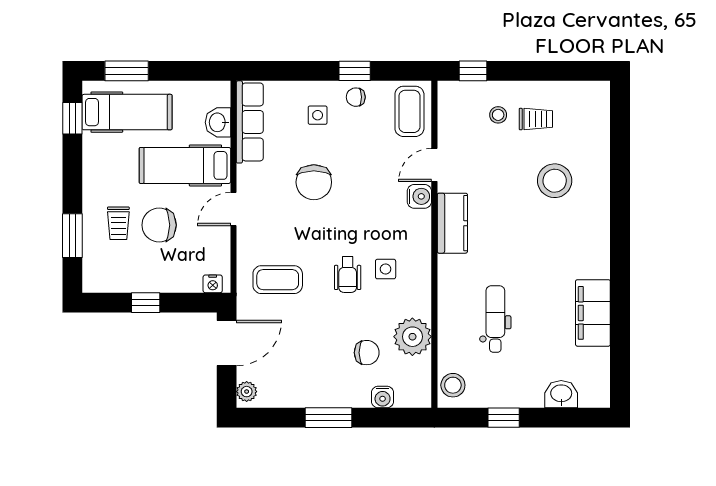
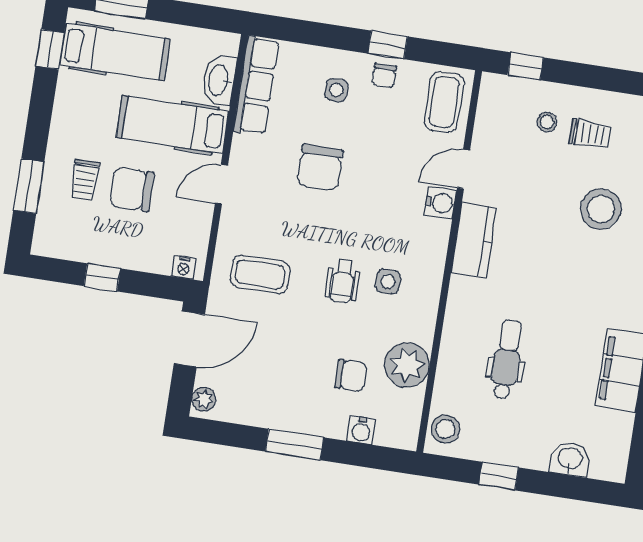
chair: (356, 97) -> (384, 76), turned -90
washbasin: (218, 122) -> (219, 80), width x1.38

